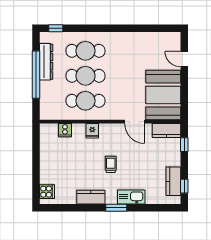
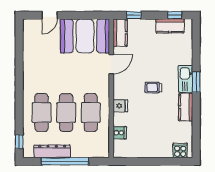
kitchen sink: (131, 197) -> (185, 79), moved

